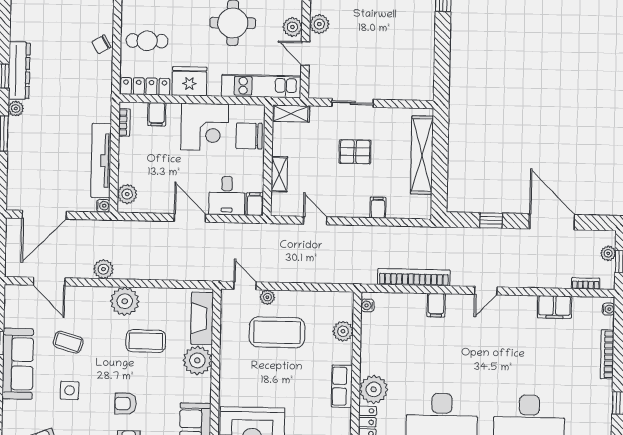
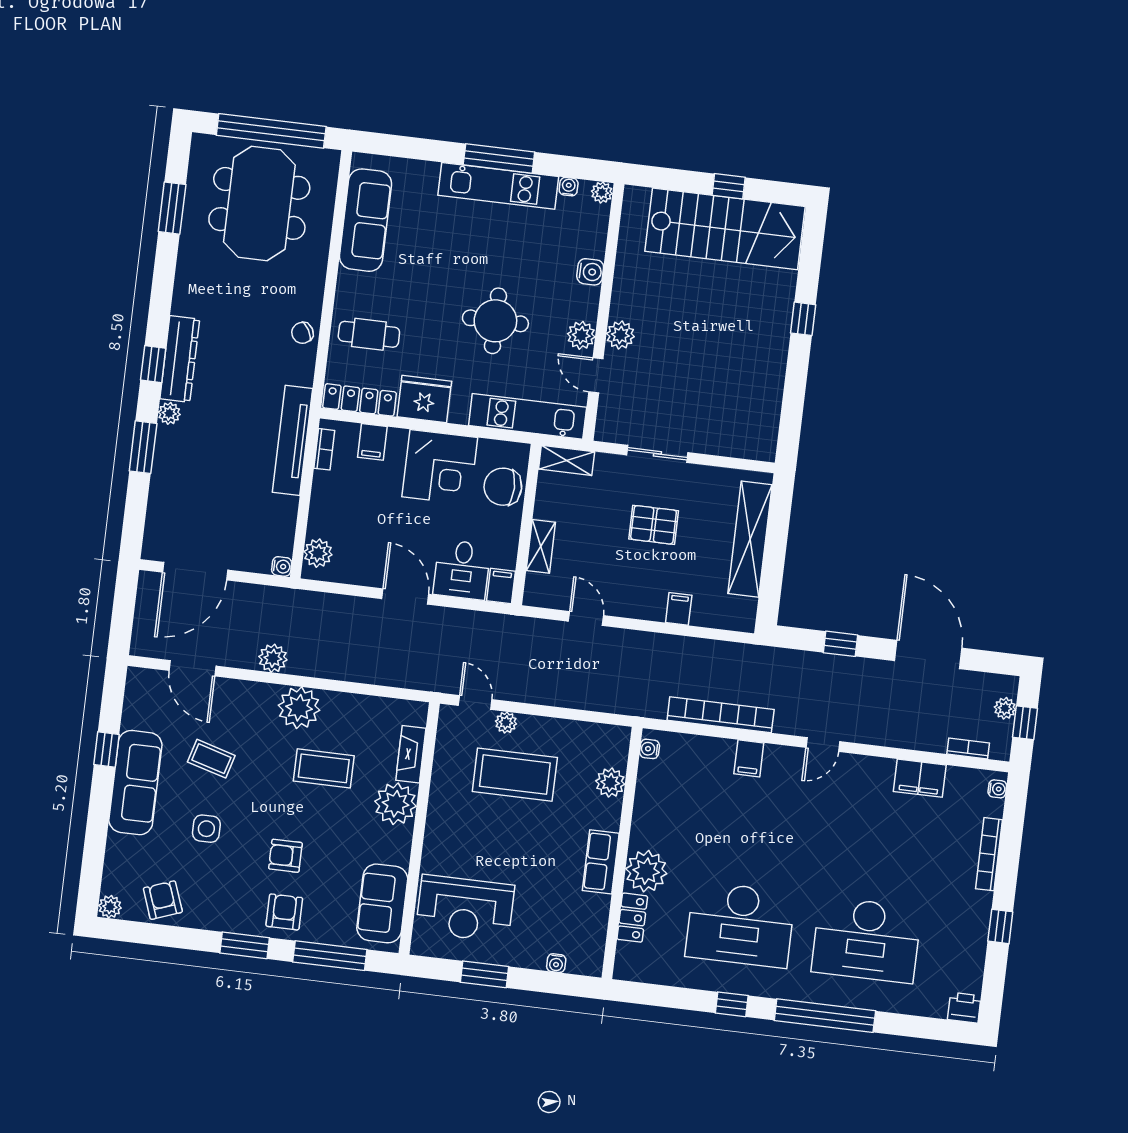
tv unit: (101, 161) -> (292, 440), moved
fireplace: (202, 318) -> (411, 754), width x0.73, depth x0.76

